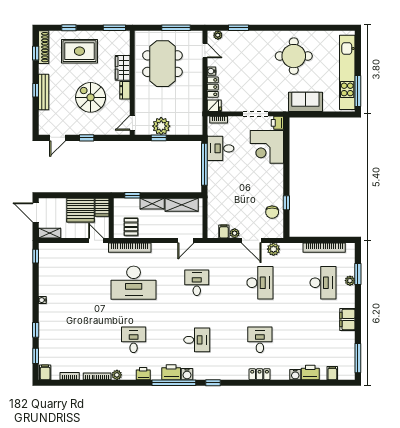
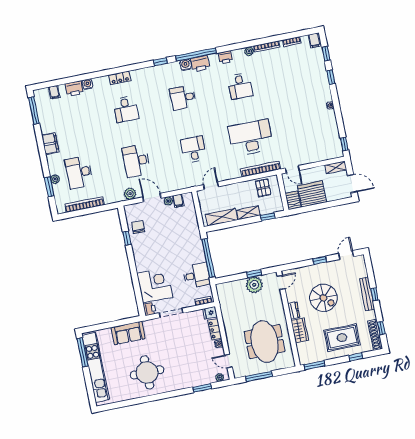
desk: (197, 283) -> (193, 149), turned 180

